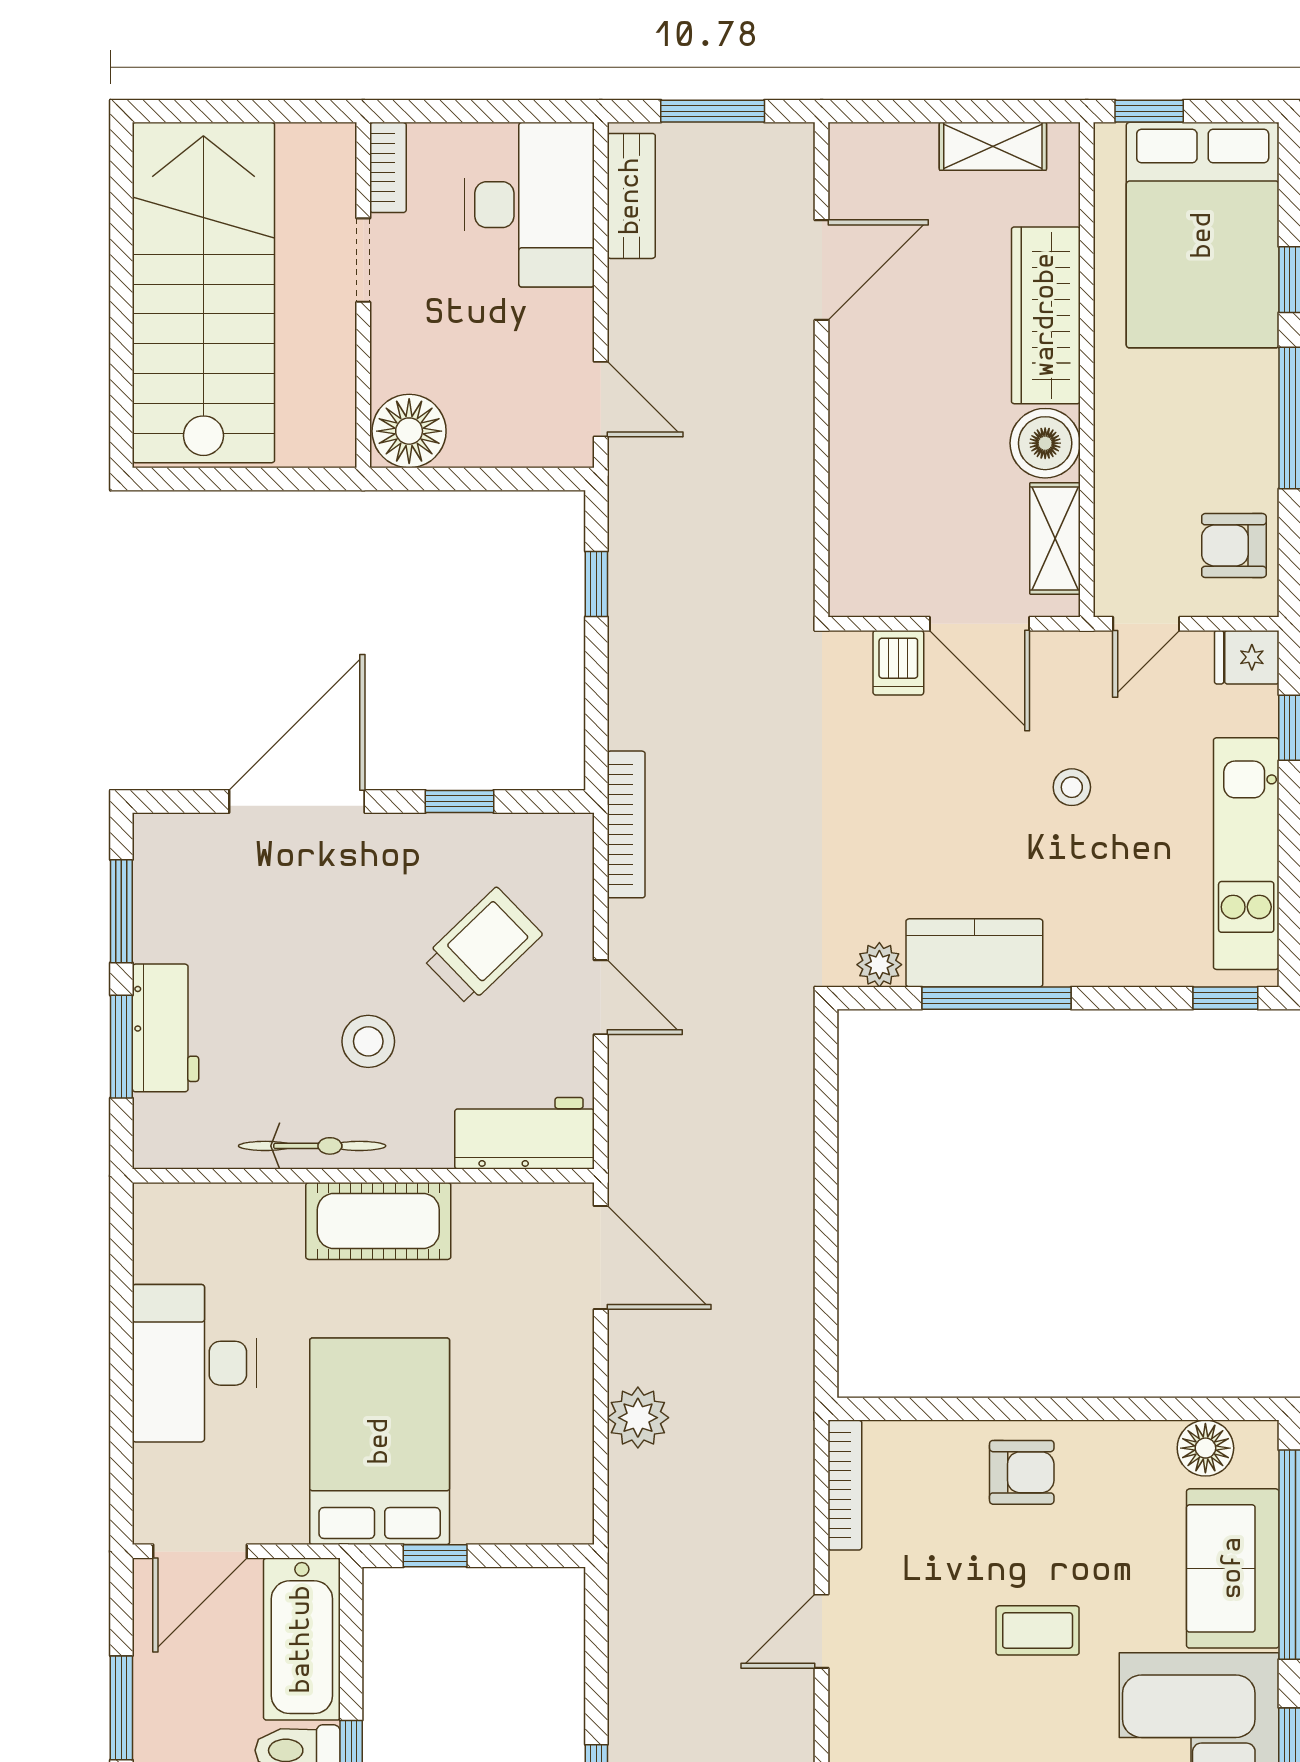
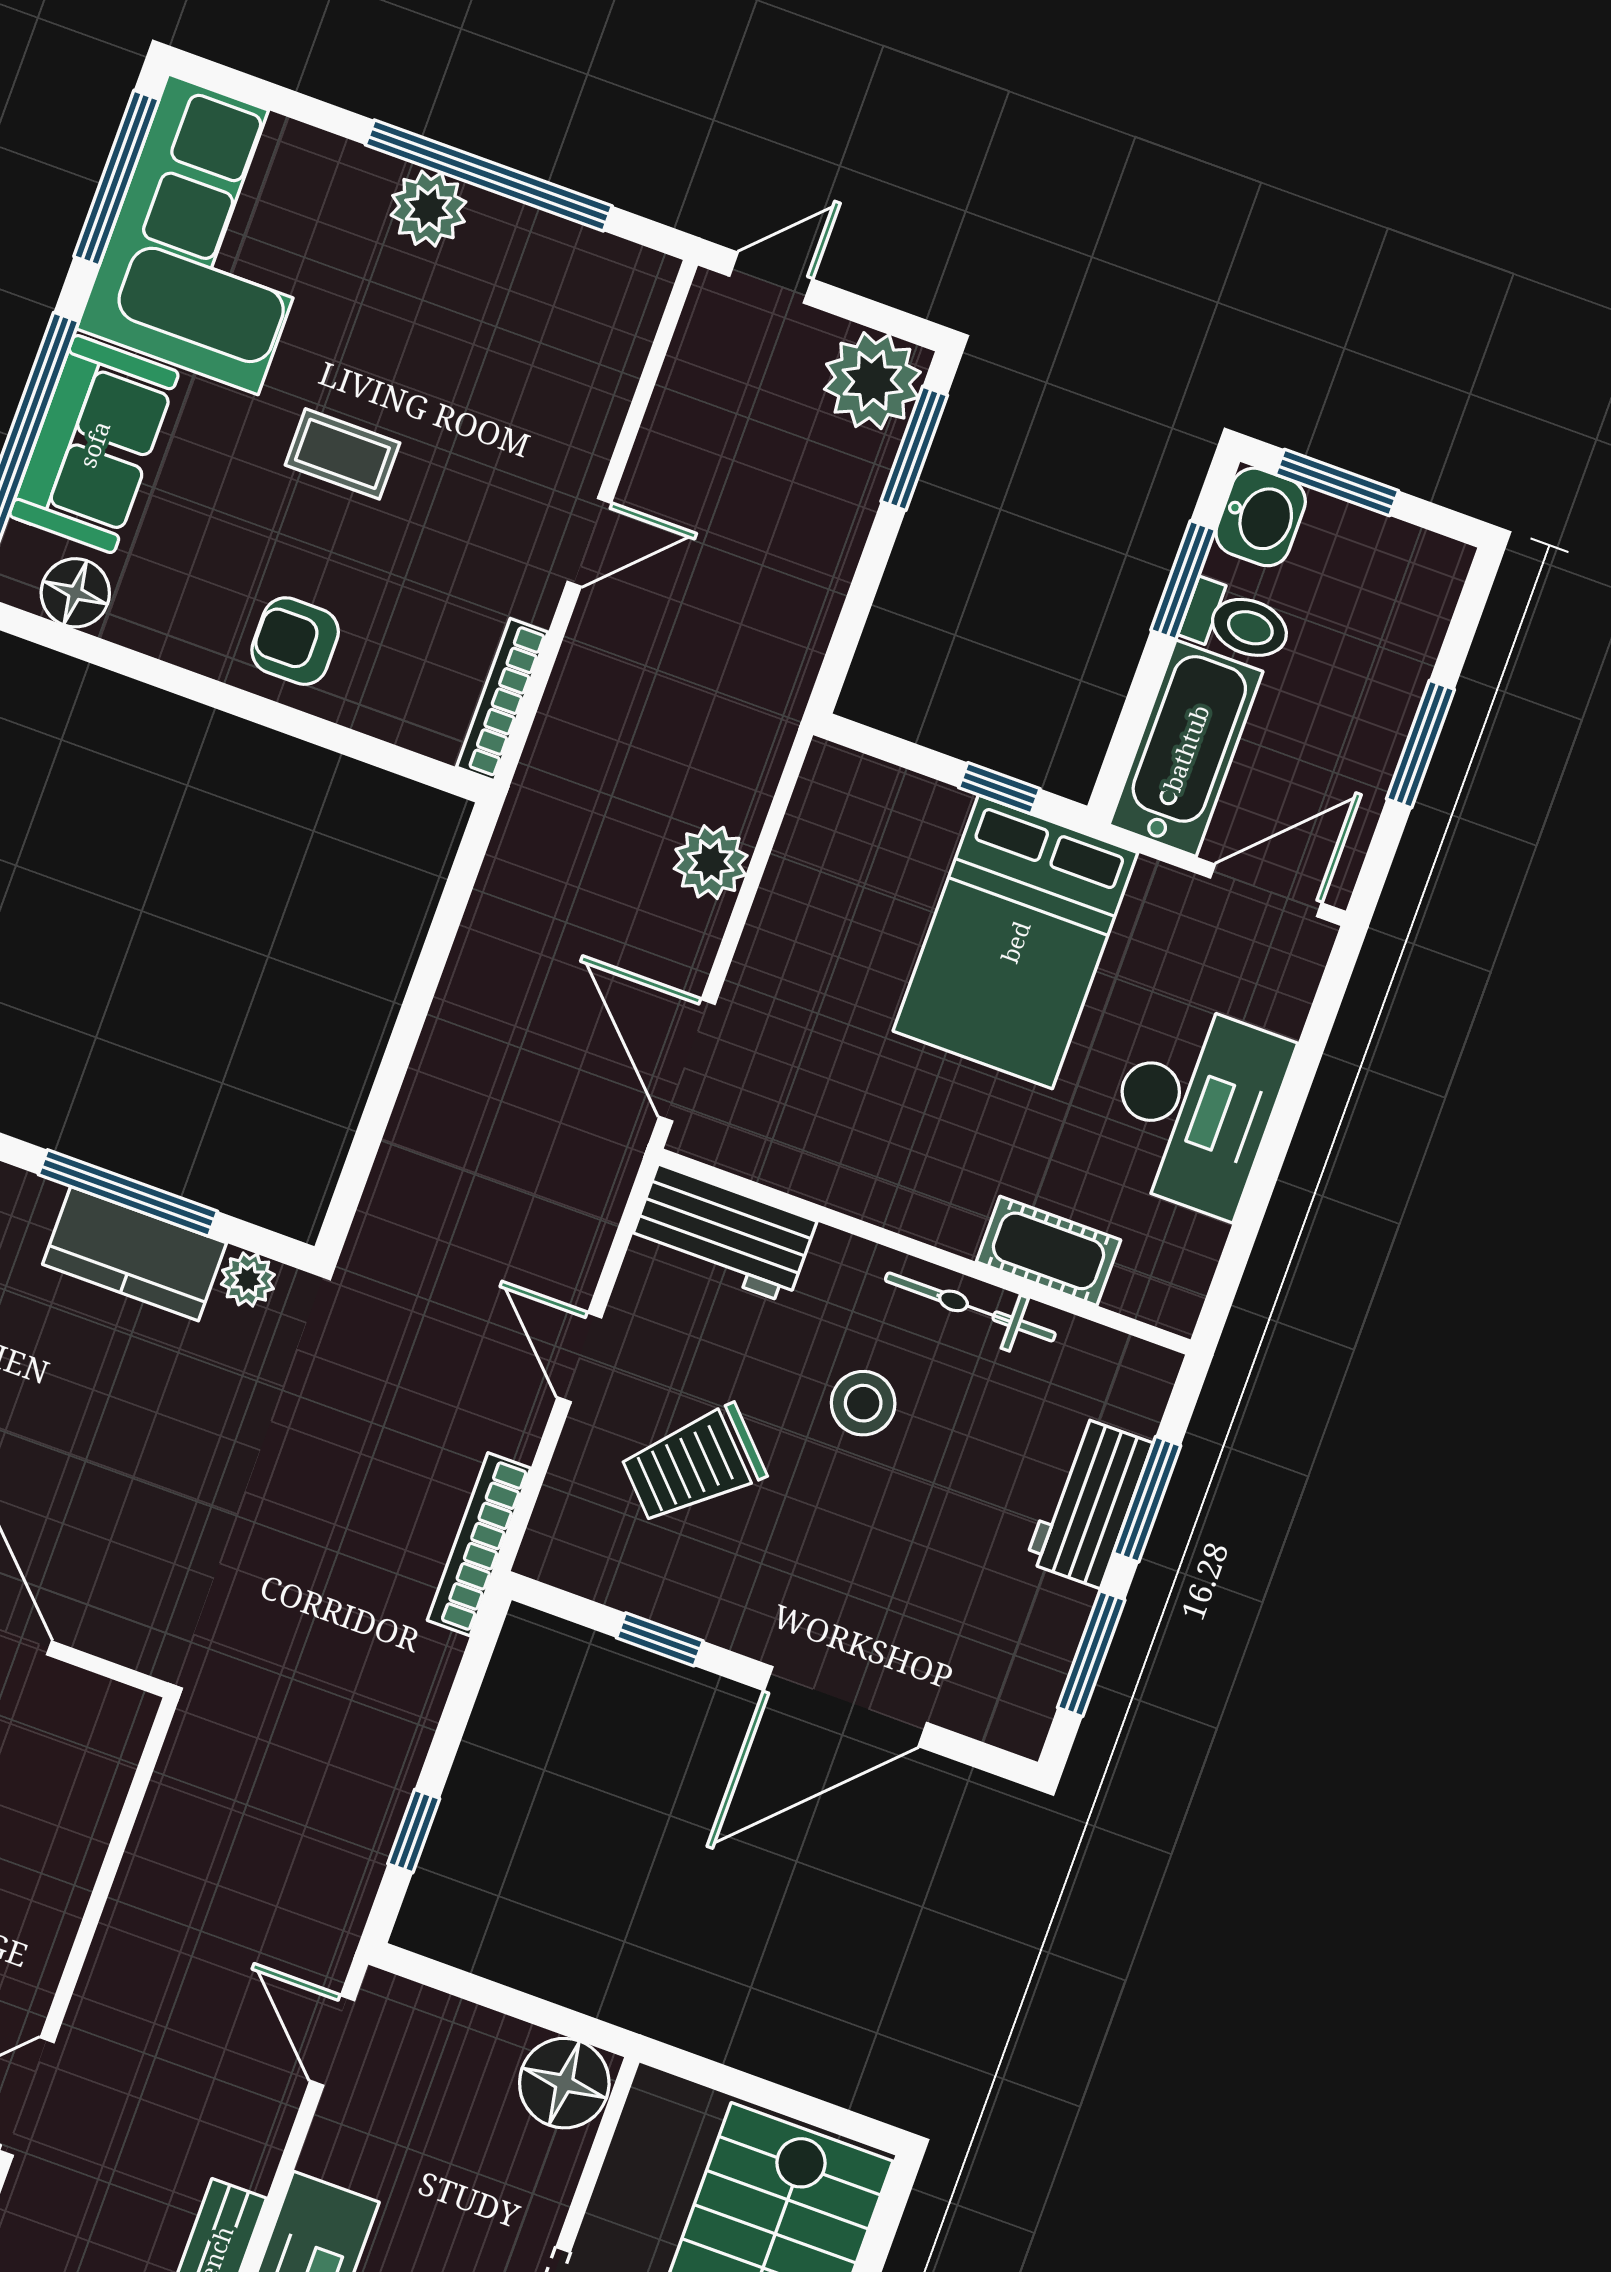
dishwasher: (898, 663) -> (101, 1616), removed
cot: (378, 1221) -> (1048, 1251), moved, width x0.73, depth x0.75

